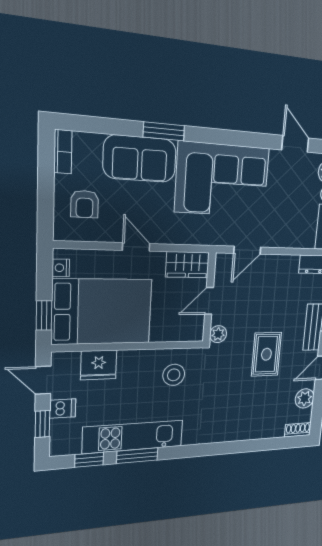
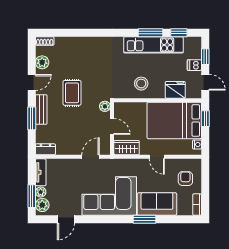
door: (295, 144) -> (66, 219), hinge flipped
door: (209, 301) -> (112, 126), hinge flipped
stool: (174, 375) -> (141, 84), moved

